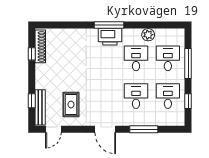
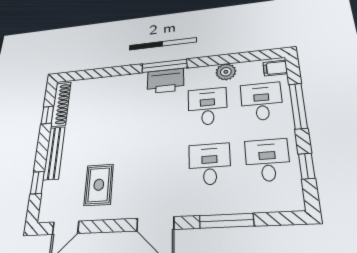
filing cabinet: (178, 36) -> (275, 68), added
bench: (40, 107) -> (54, 153), moved

